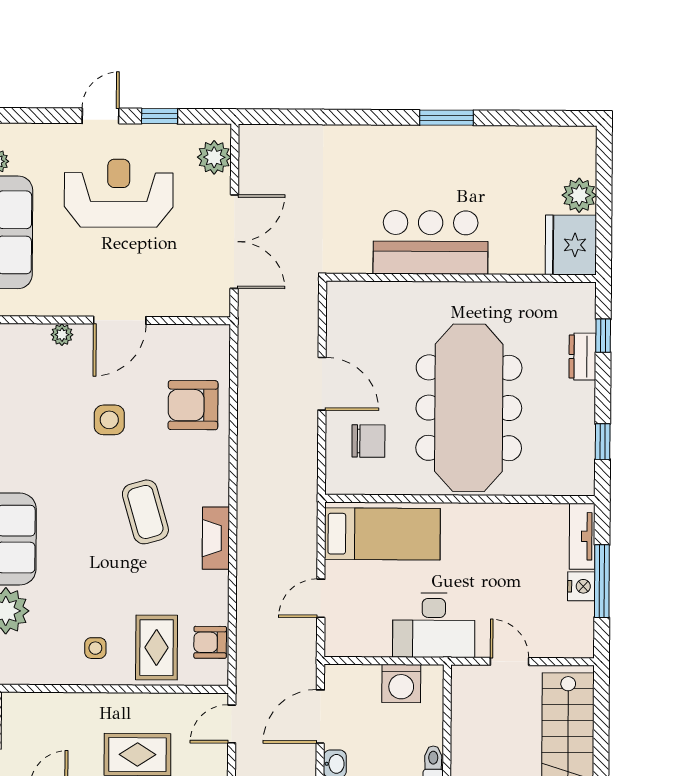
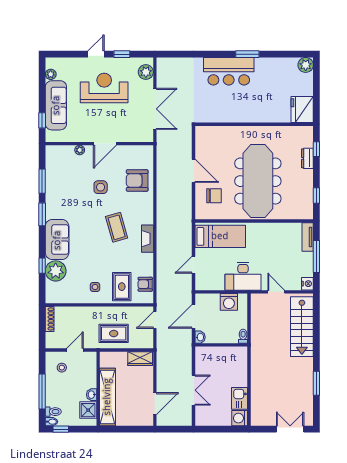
plant: (579, 195) -> (306, 65), moved
bar counter: (431, 242) -> (229, 71), moved, turned 180
nightstand: (581, 586) -> (307, 284), moved

